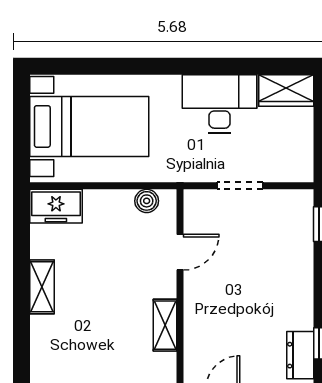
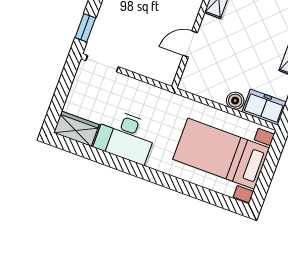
doorway: (240, 186) -> (102, 64), moved
boiler: (147, 201) -> (235, 101), moved

